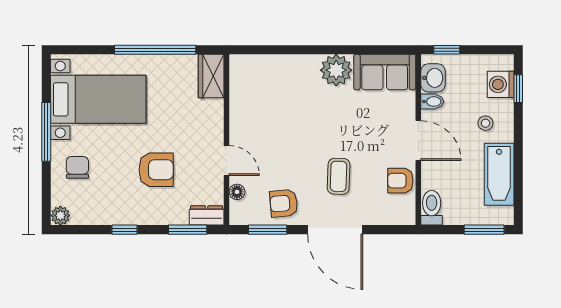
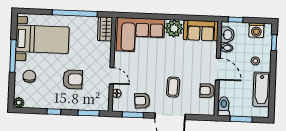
washing machine: (501, 84) -> (256, 30), moved, turned -90
corner sofa: (276, 85) -> (140, 35), added
dresser: (207, 215) -> (99, 106), removed
window: (484, 230) -> (241, 119), moved

